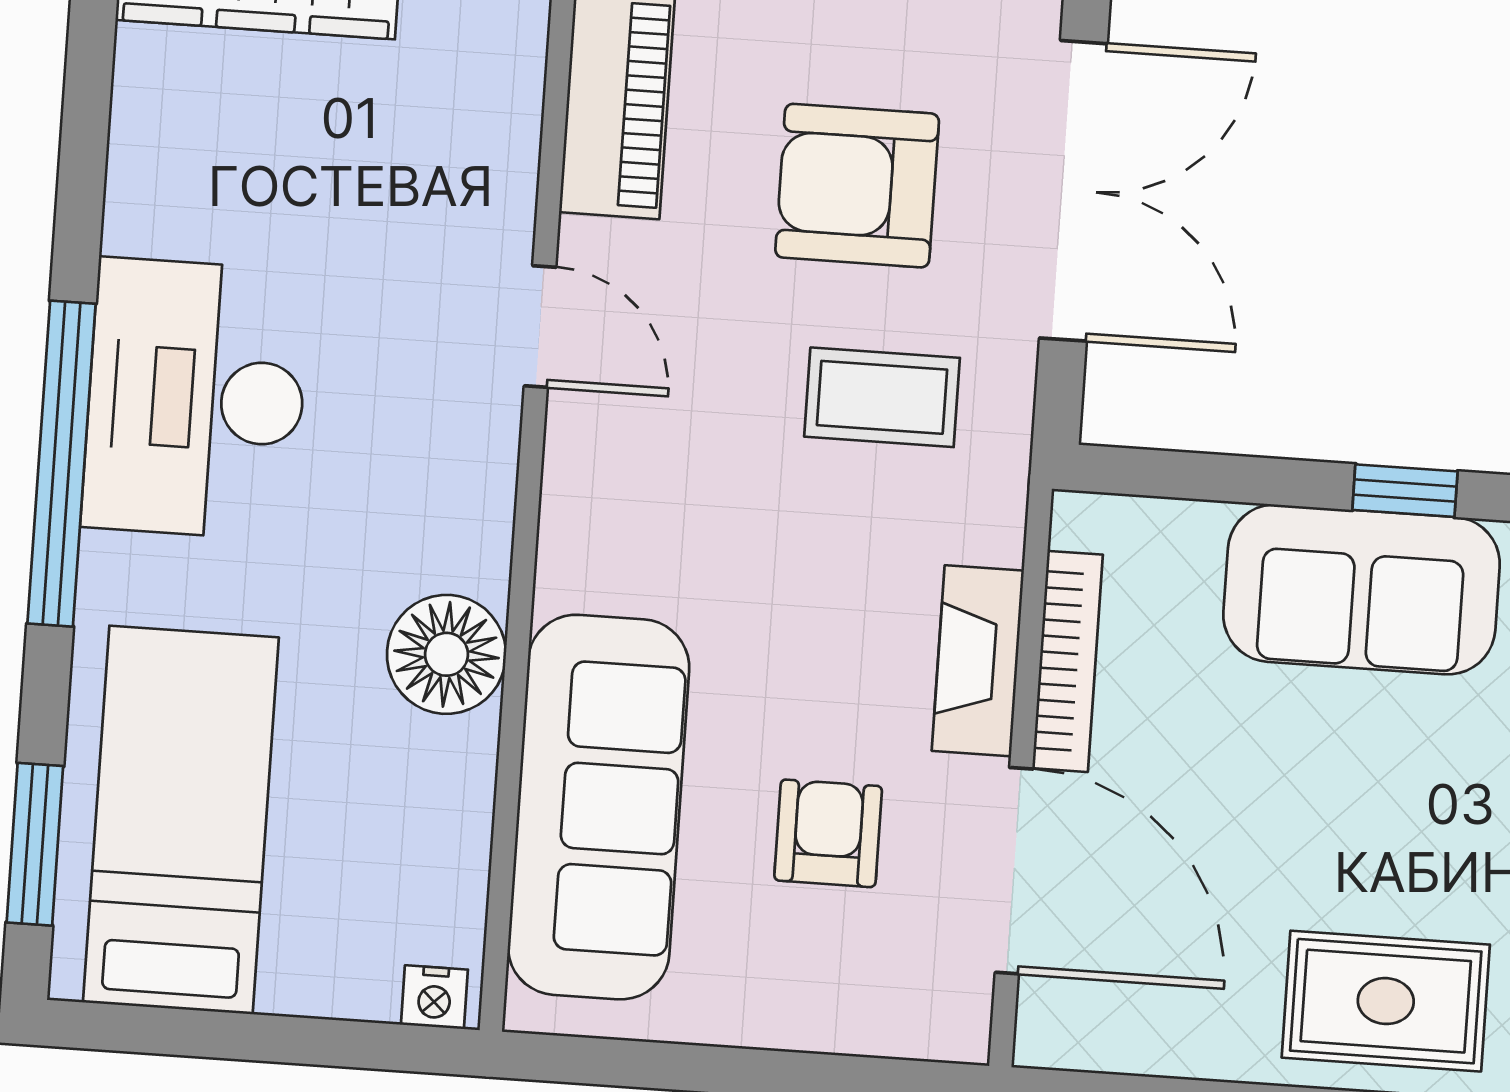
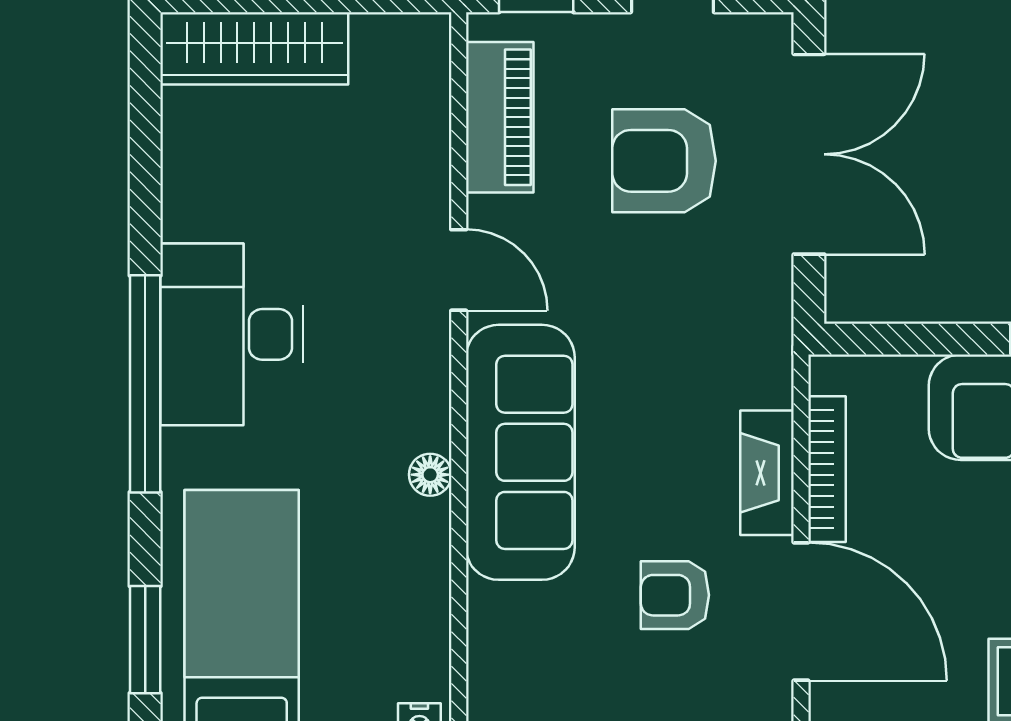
coffee table: (882, 397) -> (691, 301), removed
floor lamp: (446, 654) -> (430, 475), width x0.53, depth x0.53
sofa: (599, 807) -> (520, 452), moved
armchair: (828, 833) -> (675, 595), turned -90

